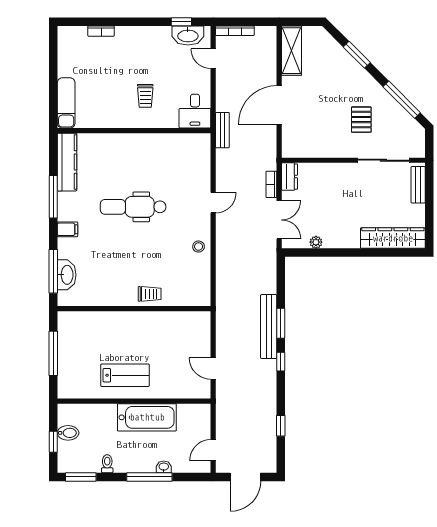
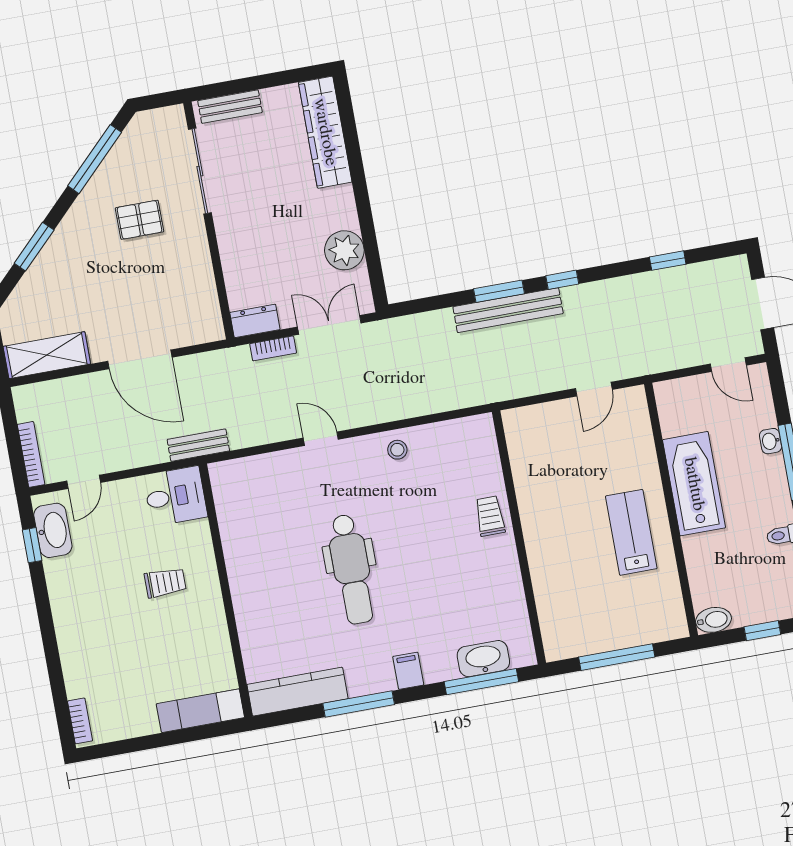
bookcase: (101, 31) -> (80, 721), moved
plant: (316, 242) -> (344, 250), width x1.88, depth x1.88
bidet: (68, 433) -> (713, 620), moved, turned 90

